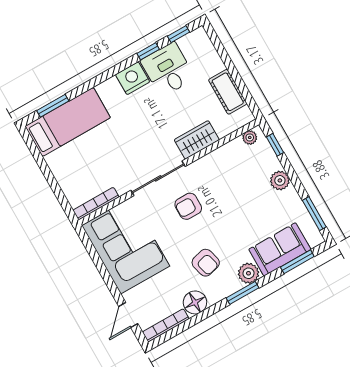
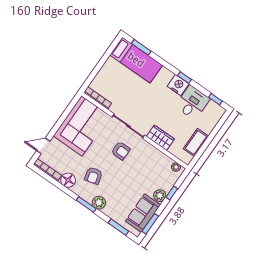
window: (148, 51) -> (184, 78), moved
window: (275, 145) -> (172, 193), moved
armchair: (188, 206) -> (121, 151), turned 180
sofa: (280, 249) -> (143, 213), moved, turned -90

